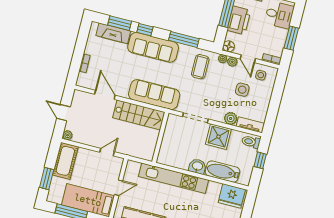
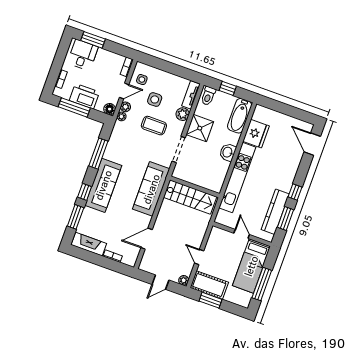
fireplace: (113, 33) -> (89, 244), moved, turned -90
window: (291, 38) -> (93, 40), moved
coffee table: (200, 67) -> (154, 126), moved
stairs: (139, 115) -> (190, 197), moved, turned 90
door: (107, 152) -> (199, 257), moved
bathtub: (223, 172) -> (240, 116), moved
window: (47, 179) -> (211, 300), moved
fridge: (232, 196) -> (256, 134), moved

